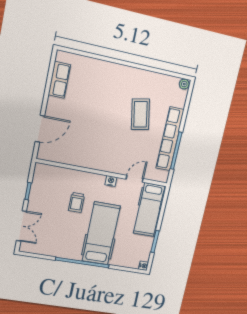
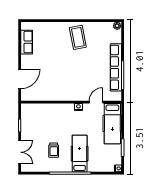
coffee table: (140, 114) -> (78, 37), moved
trolley: (76, 202) -> (54, 150), moved
hospital bed: (101, 234) -> (80, 154), width x0.73, depth x0.78

